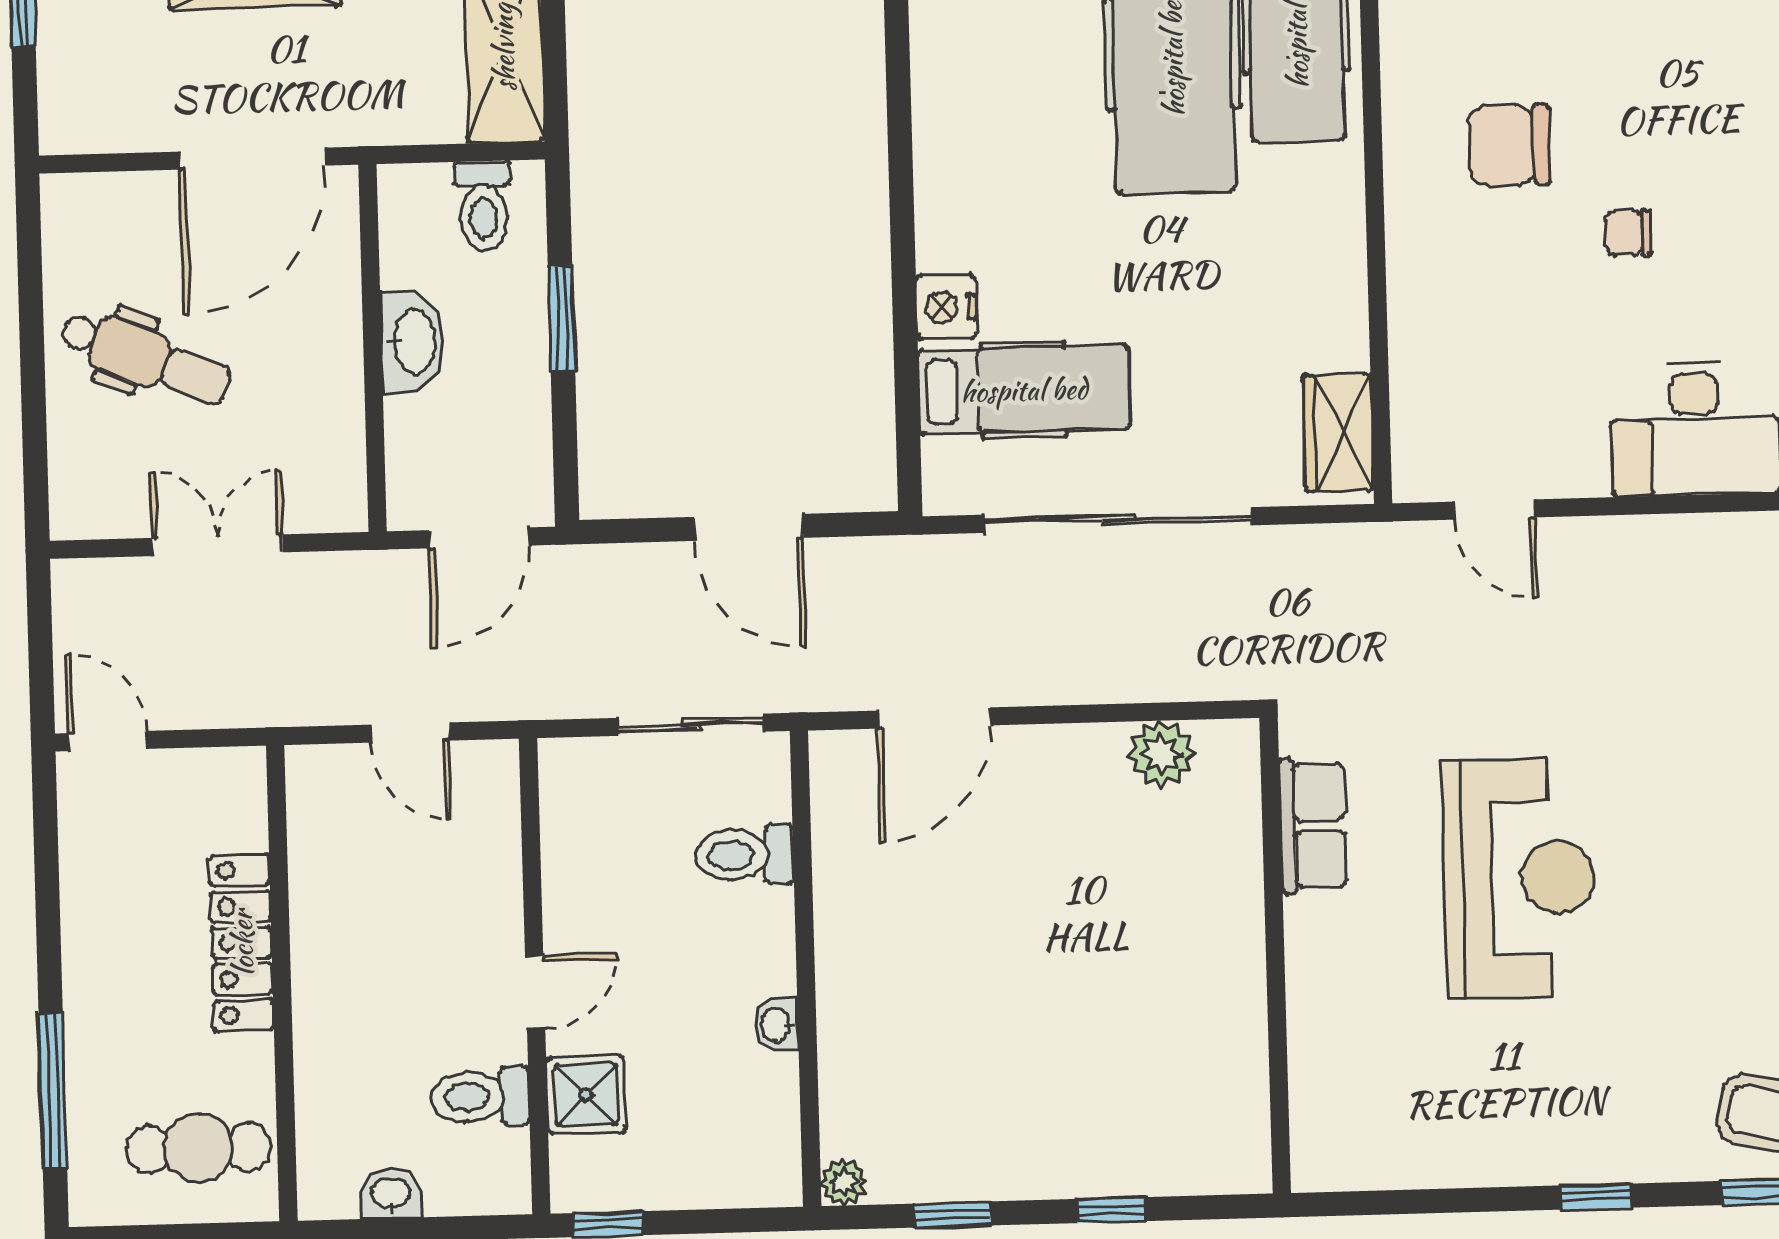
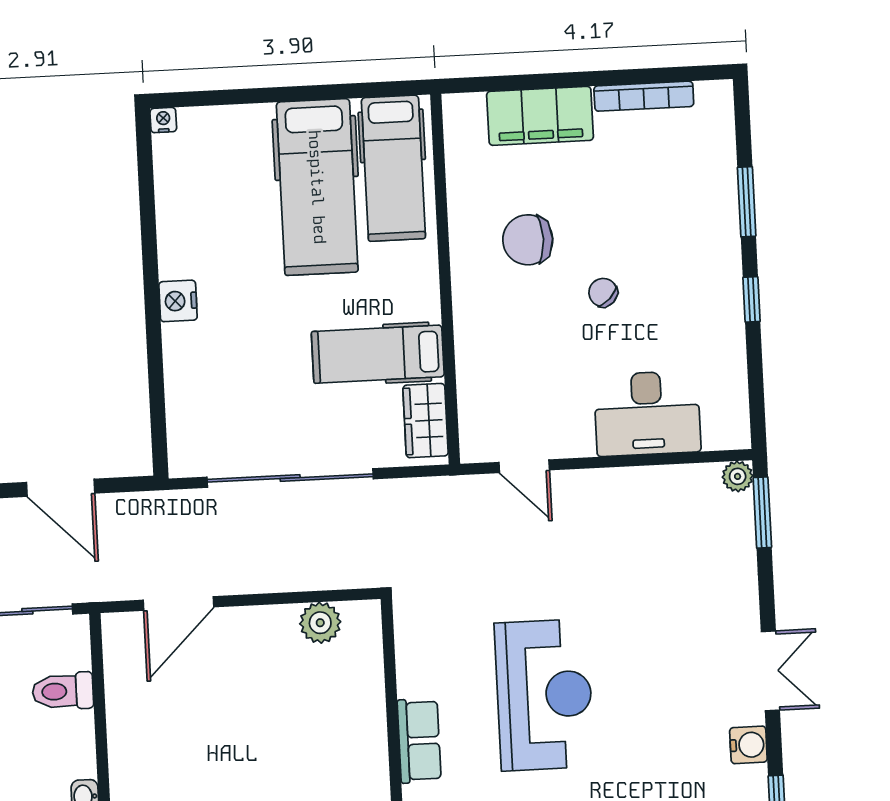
chair: (1628, 233) -> (603, 293), turned 45
nightstand: (946, 307) -> (178, 301), moved
hospital bed: (1024, 390) -> (378, 354), moved, turned 180
row of seats: (1313, 826) -> (419, 741), moved

